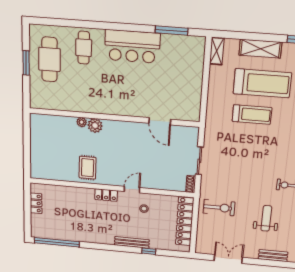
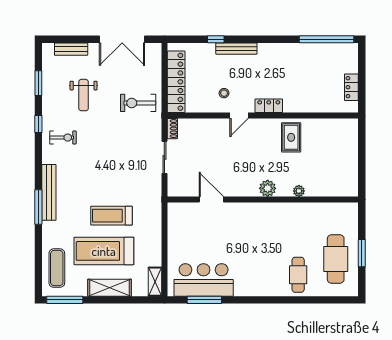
bar counter: (132, 46) -> (204, 280), moved
plant: (95, 126) -> (268, 188), moved
double door: (228, 259) -> (122, 39), width x1.37

